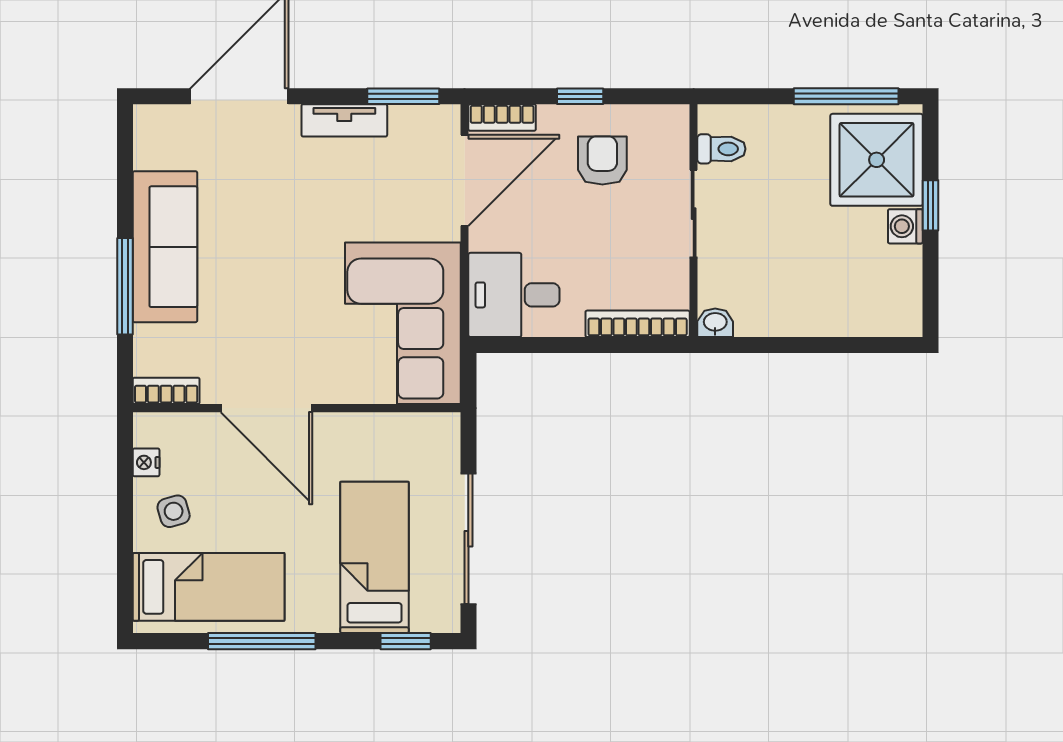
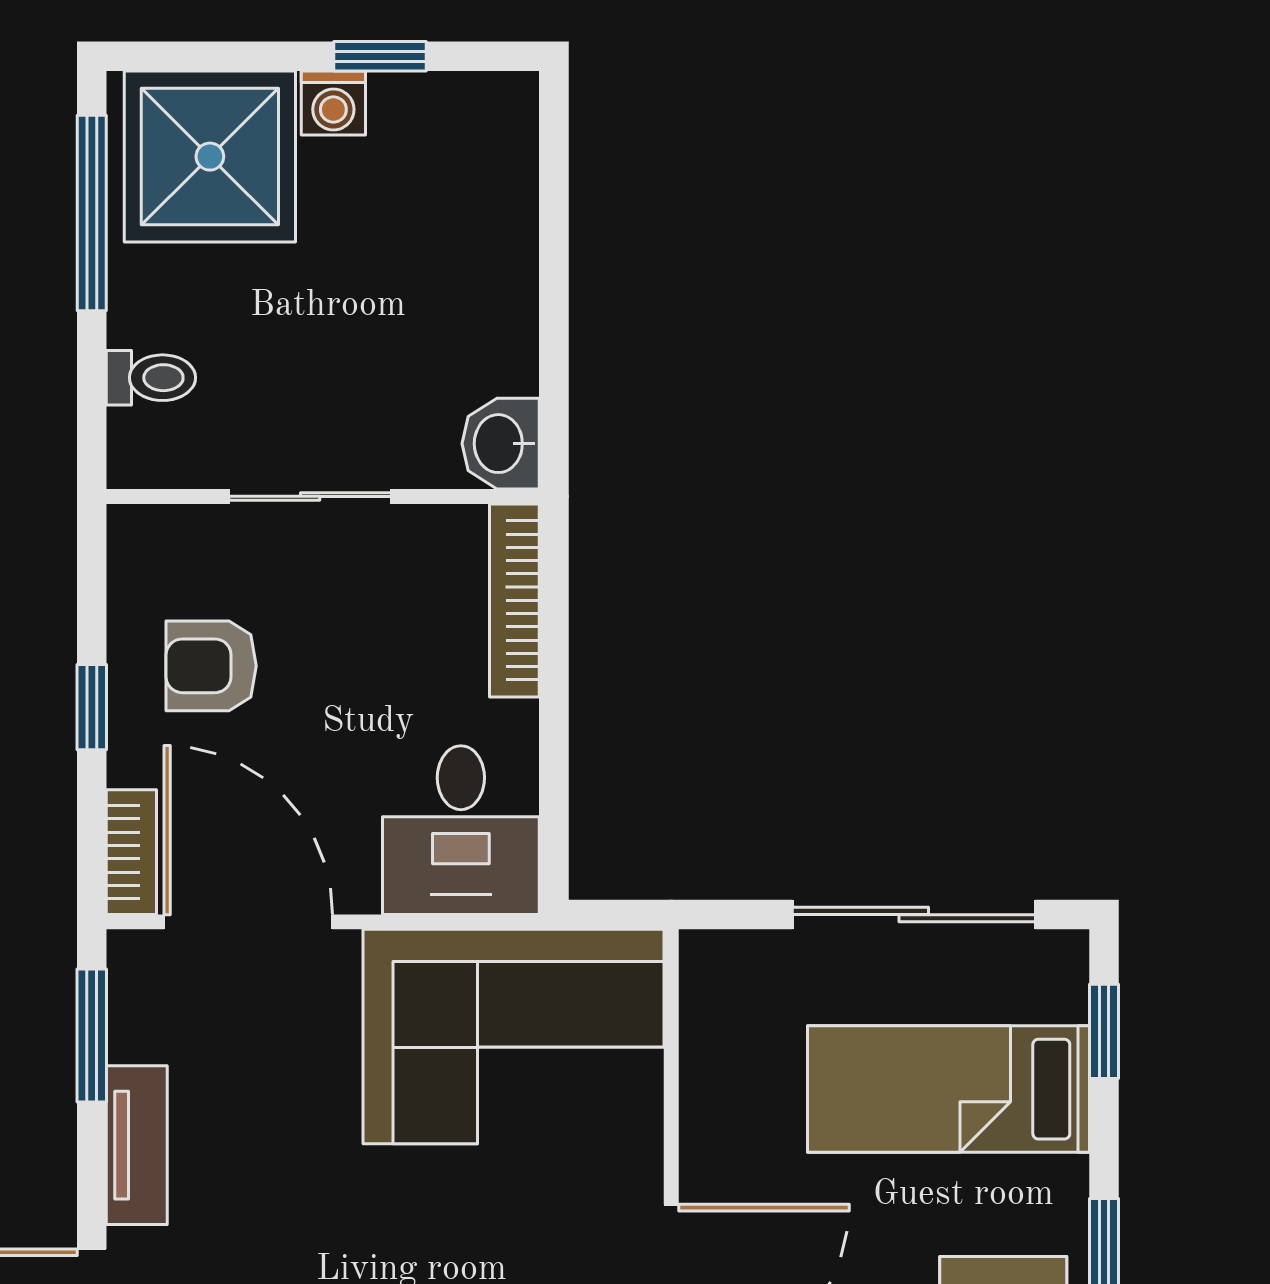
toilet: (721, 149) -> (151, 378), moved, turned 90
window: (930, 205) -> (380, 56), moved
washbasin: (715, 323) -> (501, 444), width x1.38, depth x1.45

